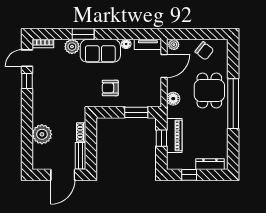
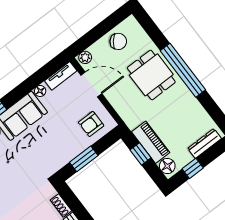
door: (164, 66) -> (91, 84), hinge flipped
armchair: (110, 88) -> (91, 124), moved
floor lamp: (173, 99) -> (167, 166), moved
window: (136, 112) -> (84, 159), moved

